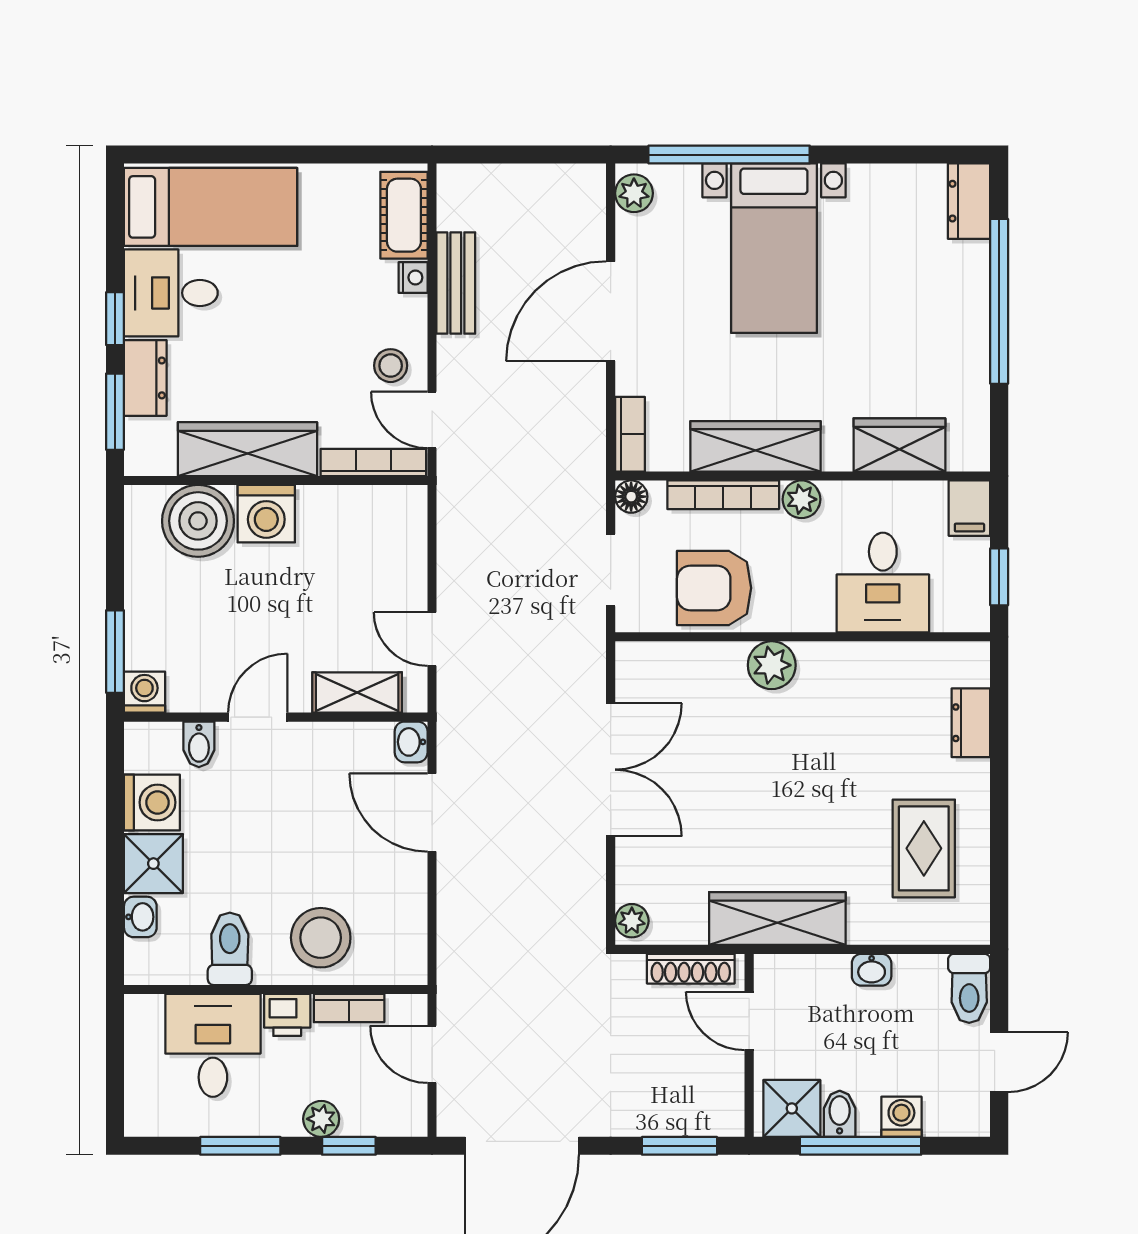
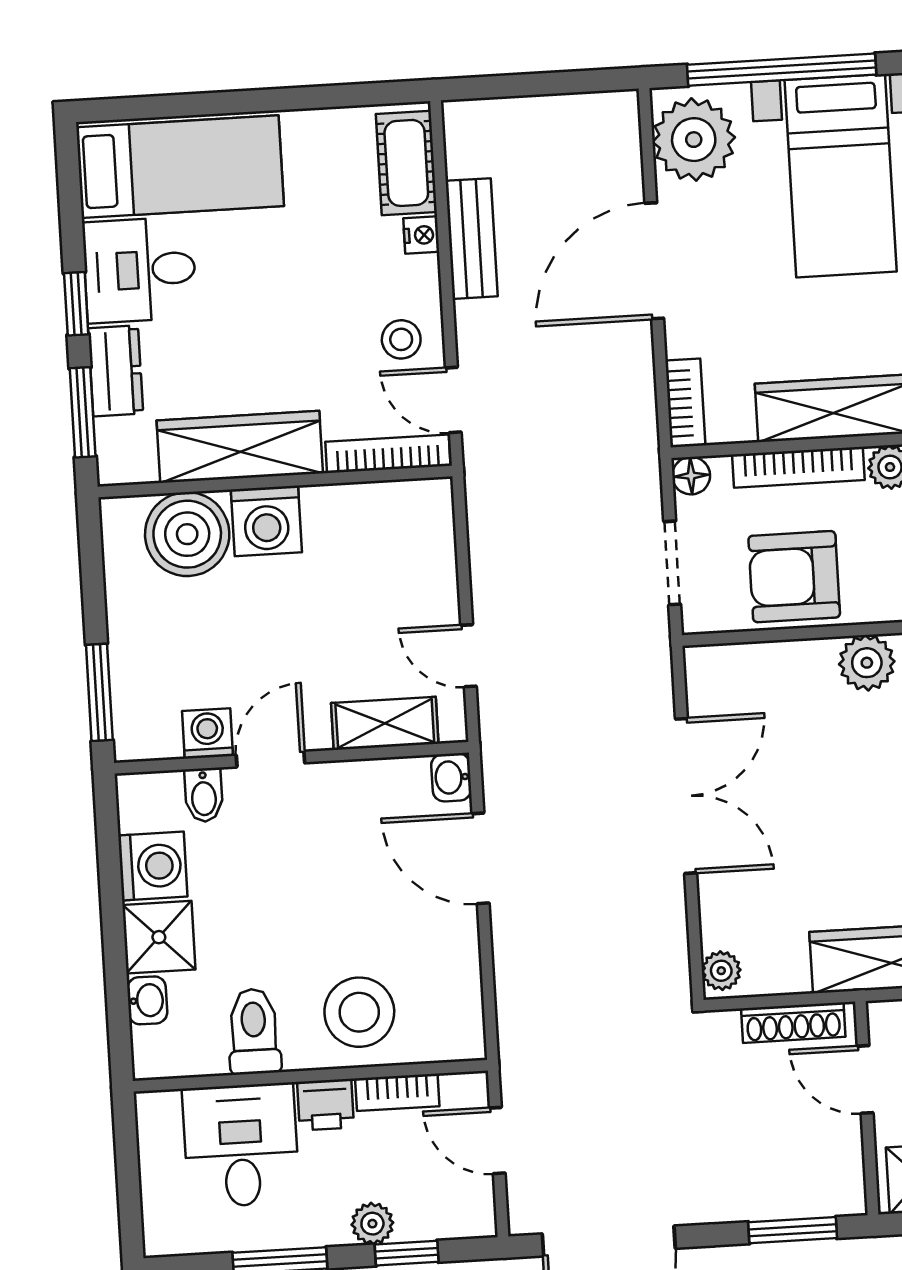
plant: (634, 193) -> (694, 140), width x1.88, depth x1.88
washing machine: (144, 692) -> (207, 733), moved

